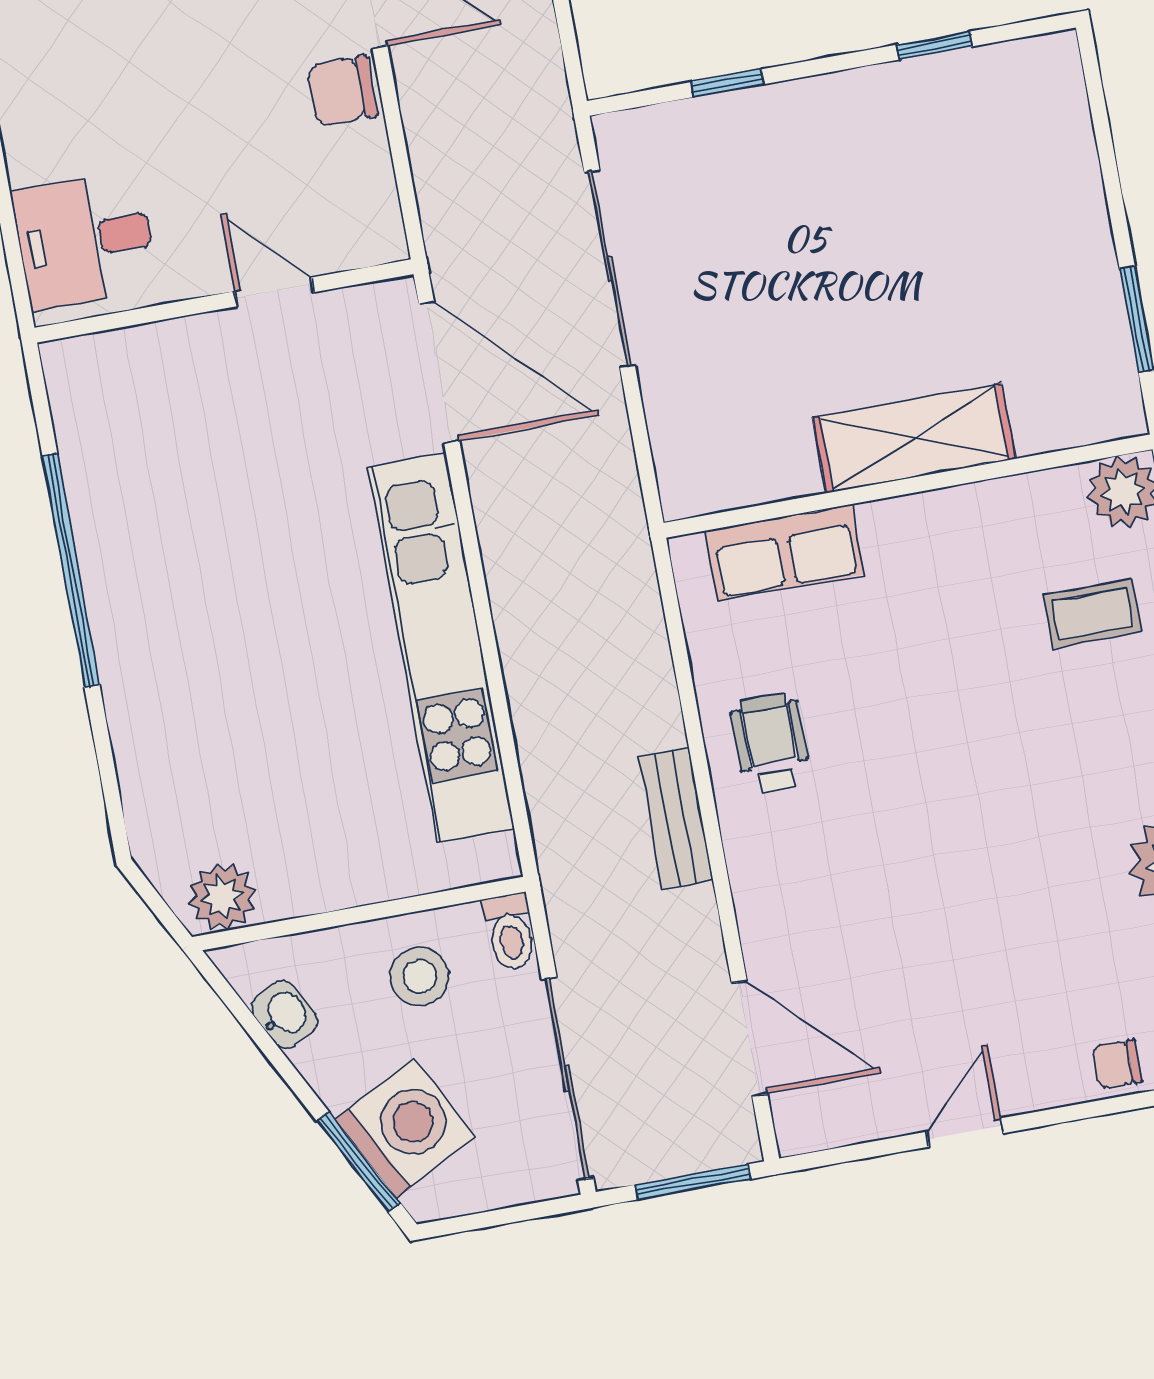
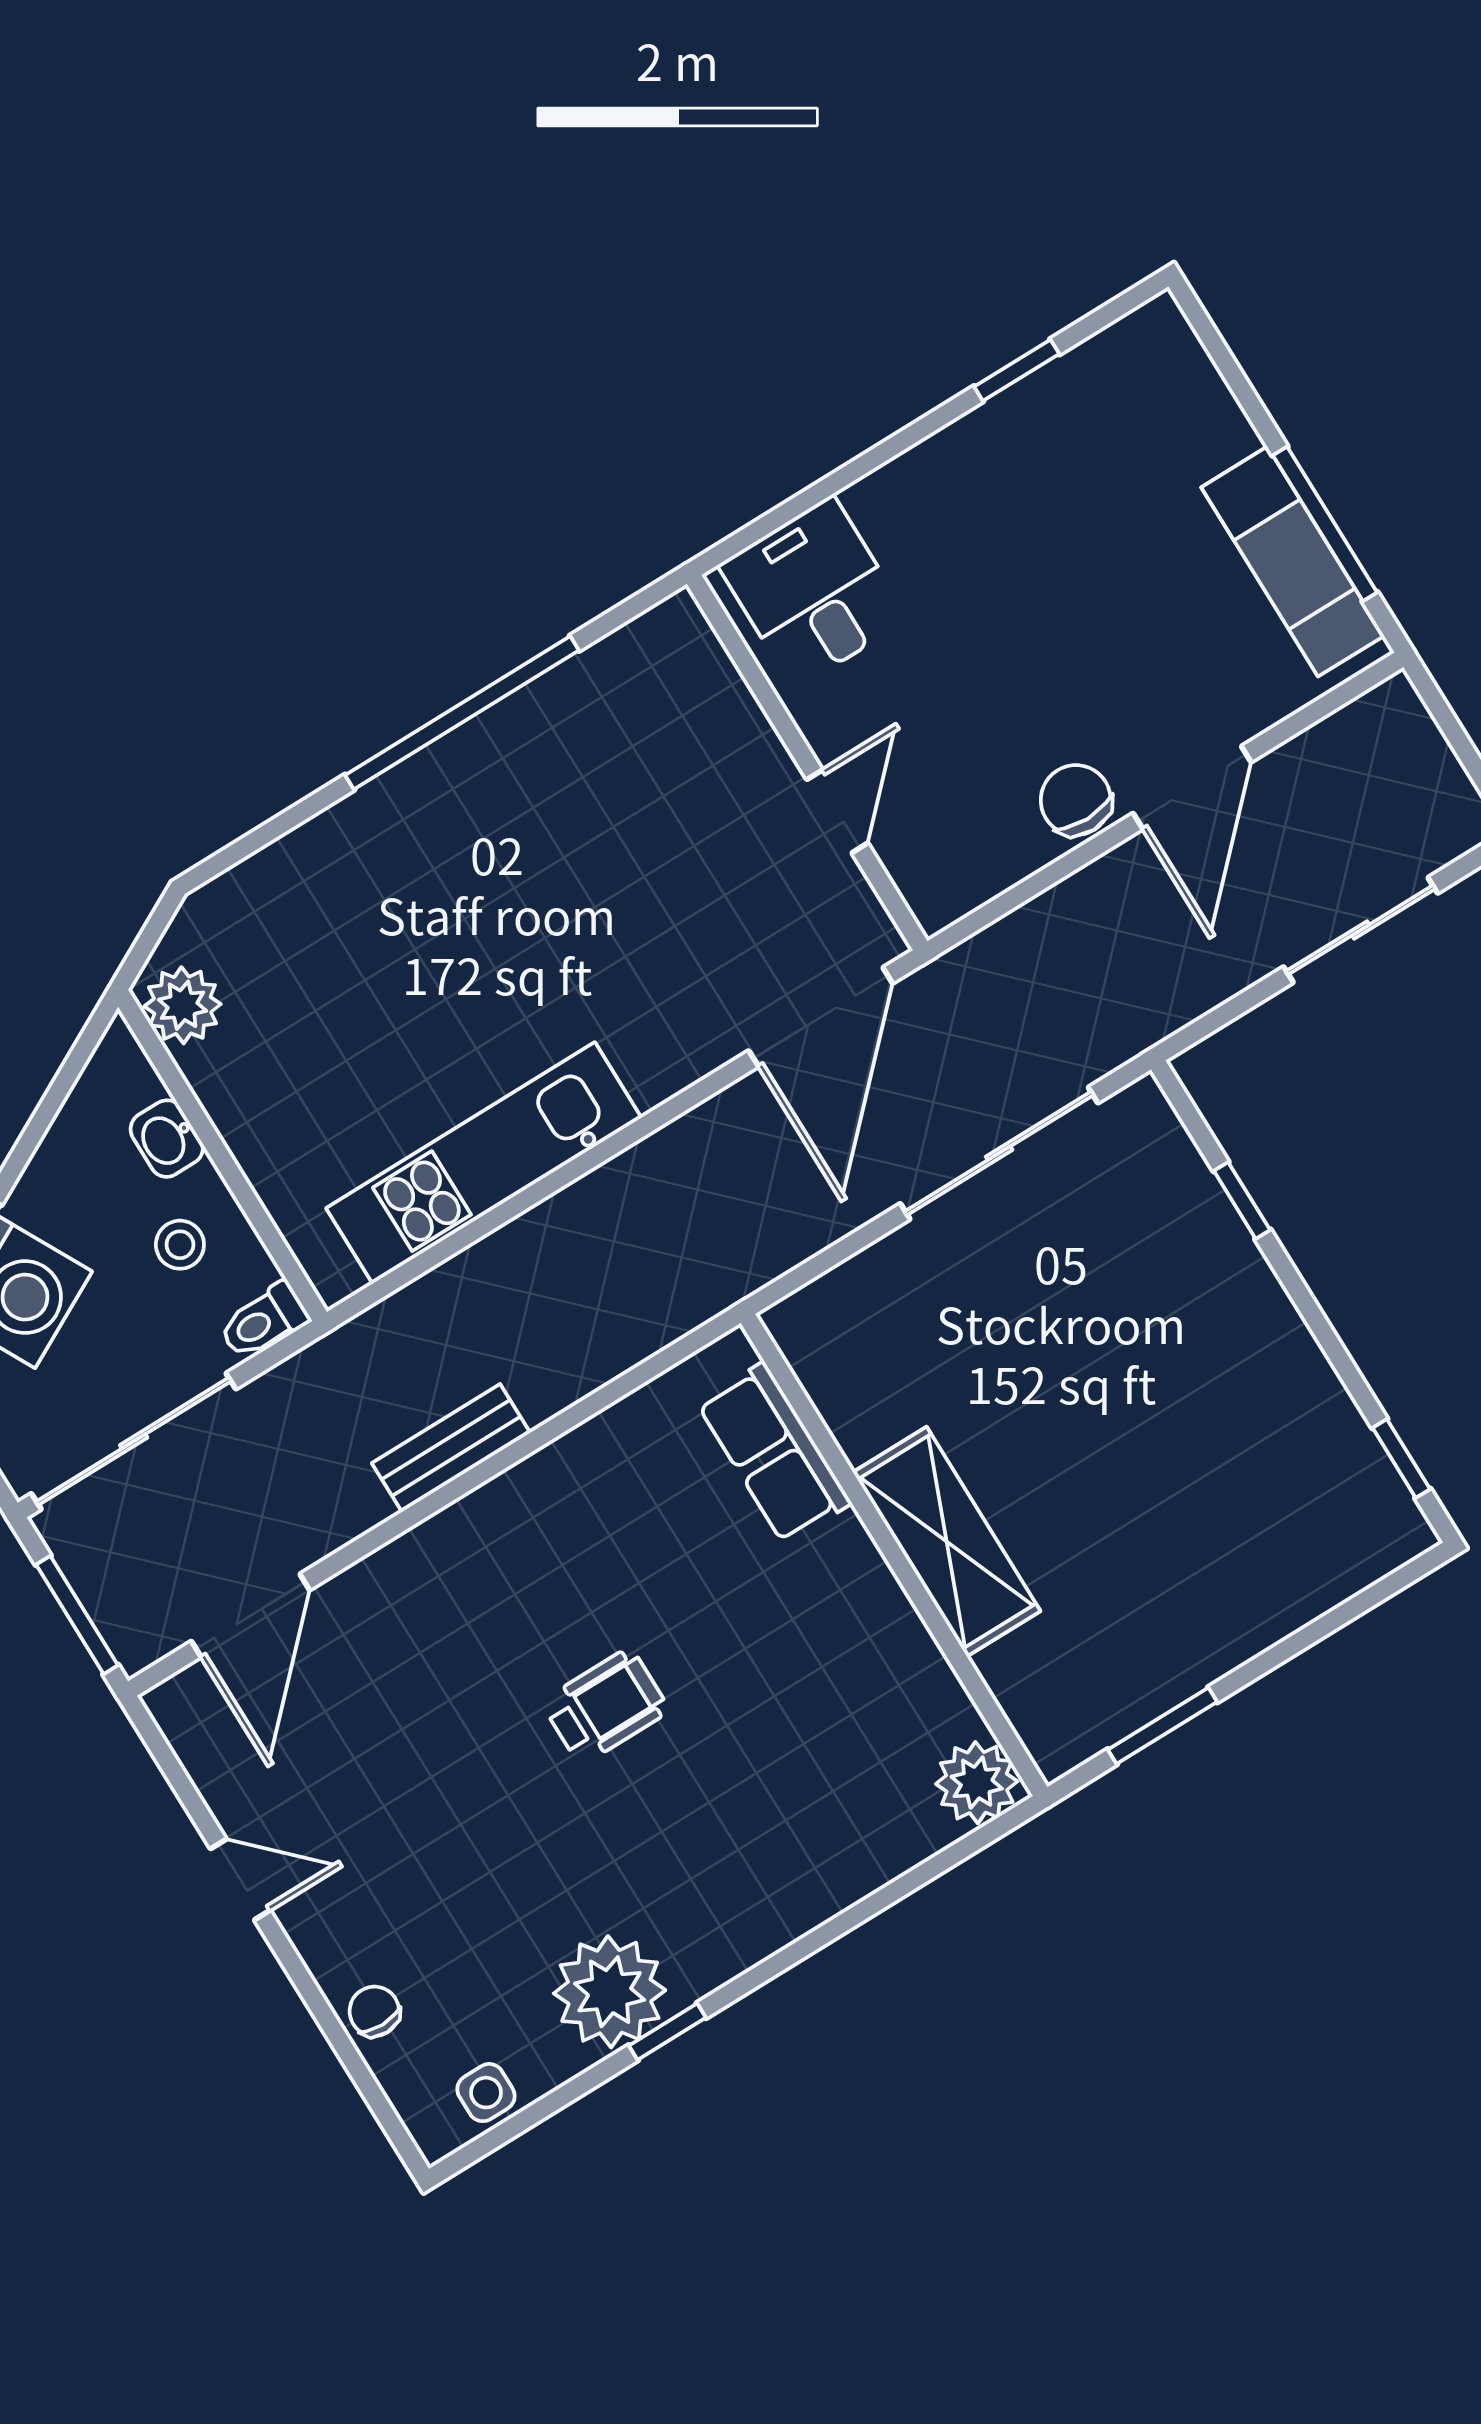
window: (935, 45) -> (1401, 1459), moved
coffee table: (1092, 614) -> (836, 1800), removed
kitchen unit: (441, 648) -> (484, 1163), width x0.73
wheelchair: (771, 743) -> (605, 1706), moved
stool: (420, 977) -> (180, 1245), width x0.73, depth x0.73
washbasin: (285, 1015) -> (167, 1139), moved, turned 118

